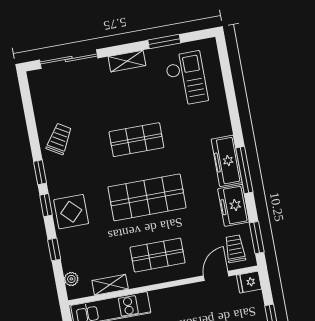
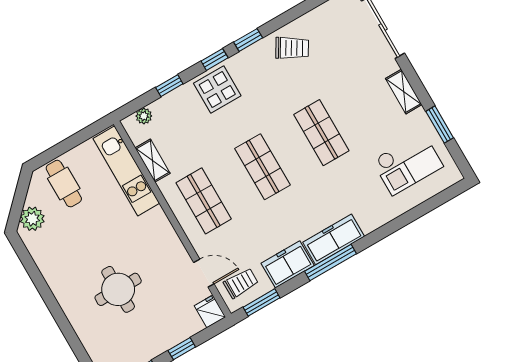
shop shelf: (147, 197) -> (263, 167), width x0.70, depth x0.74

